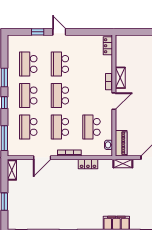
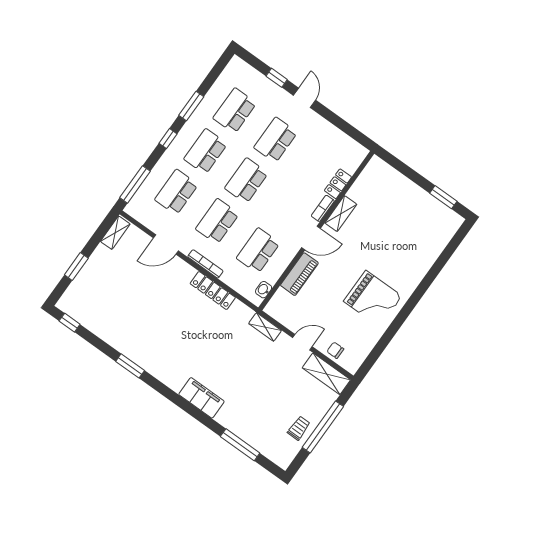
locker: (108, 46) -> (338, 184), moved
piano: (121, 143) -> (299, 274), moved
locker: (88, 164) -> (213, 290), width x1.53

